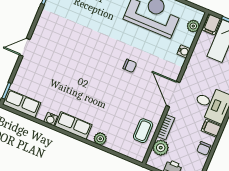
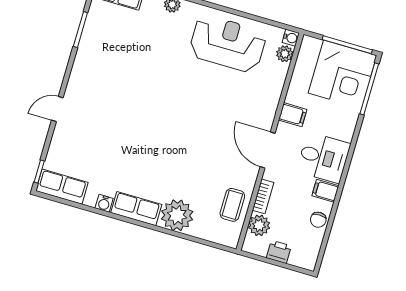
filing cabinet: (212, 24) -> (293, 115), moved, turned -90
water cooler: (184, 51) -> (291, 38), moved
chair: (130, 66) -> (204, 118), removed
plant: (100, 139) -> (177, 215), width x1.87, depth x1.87

